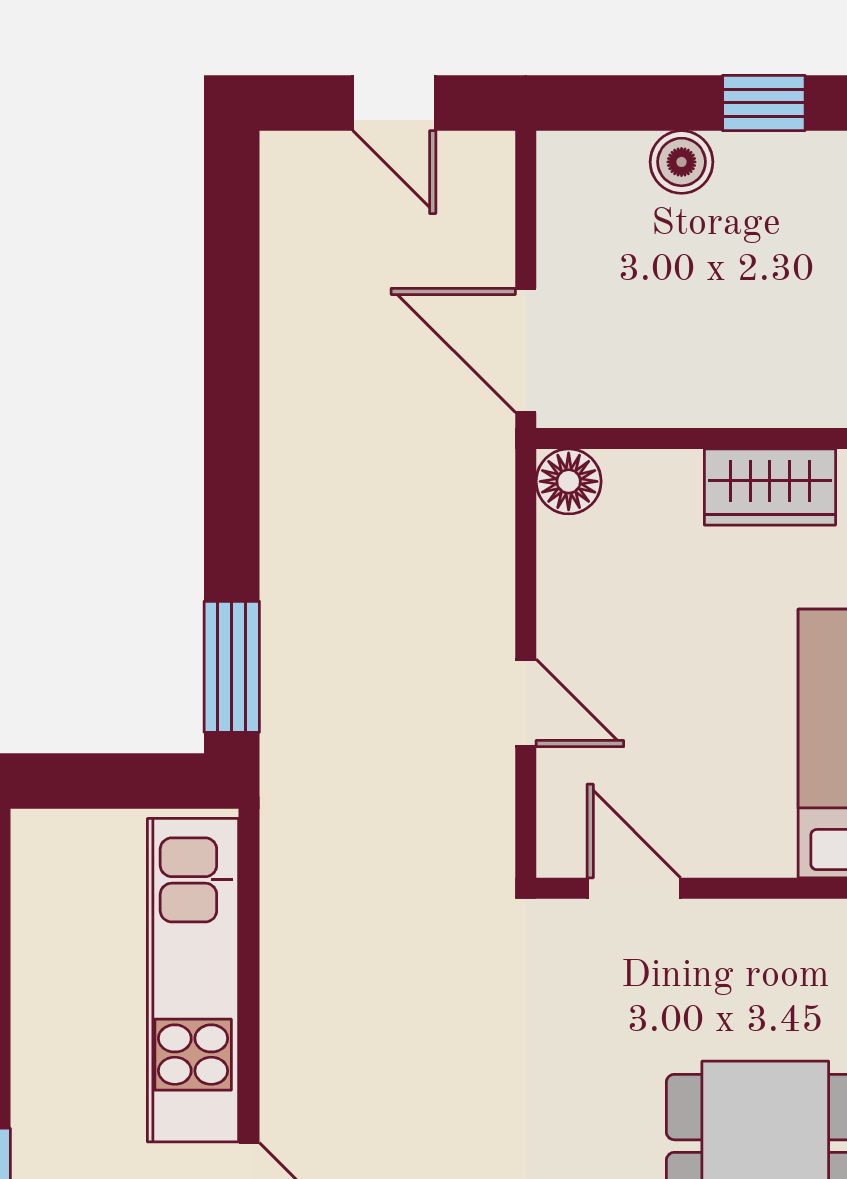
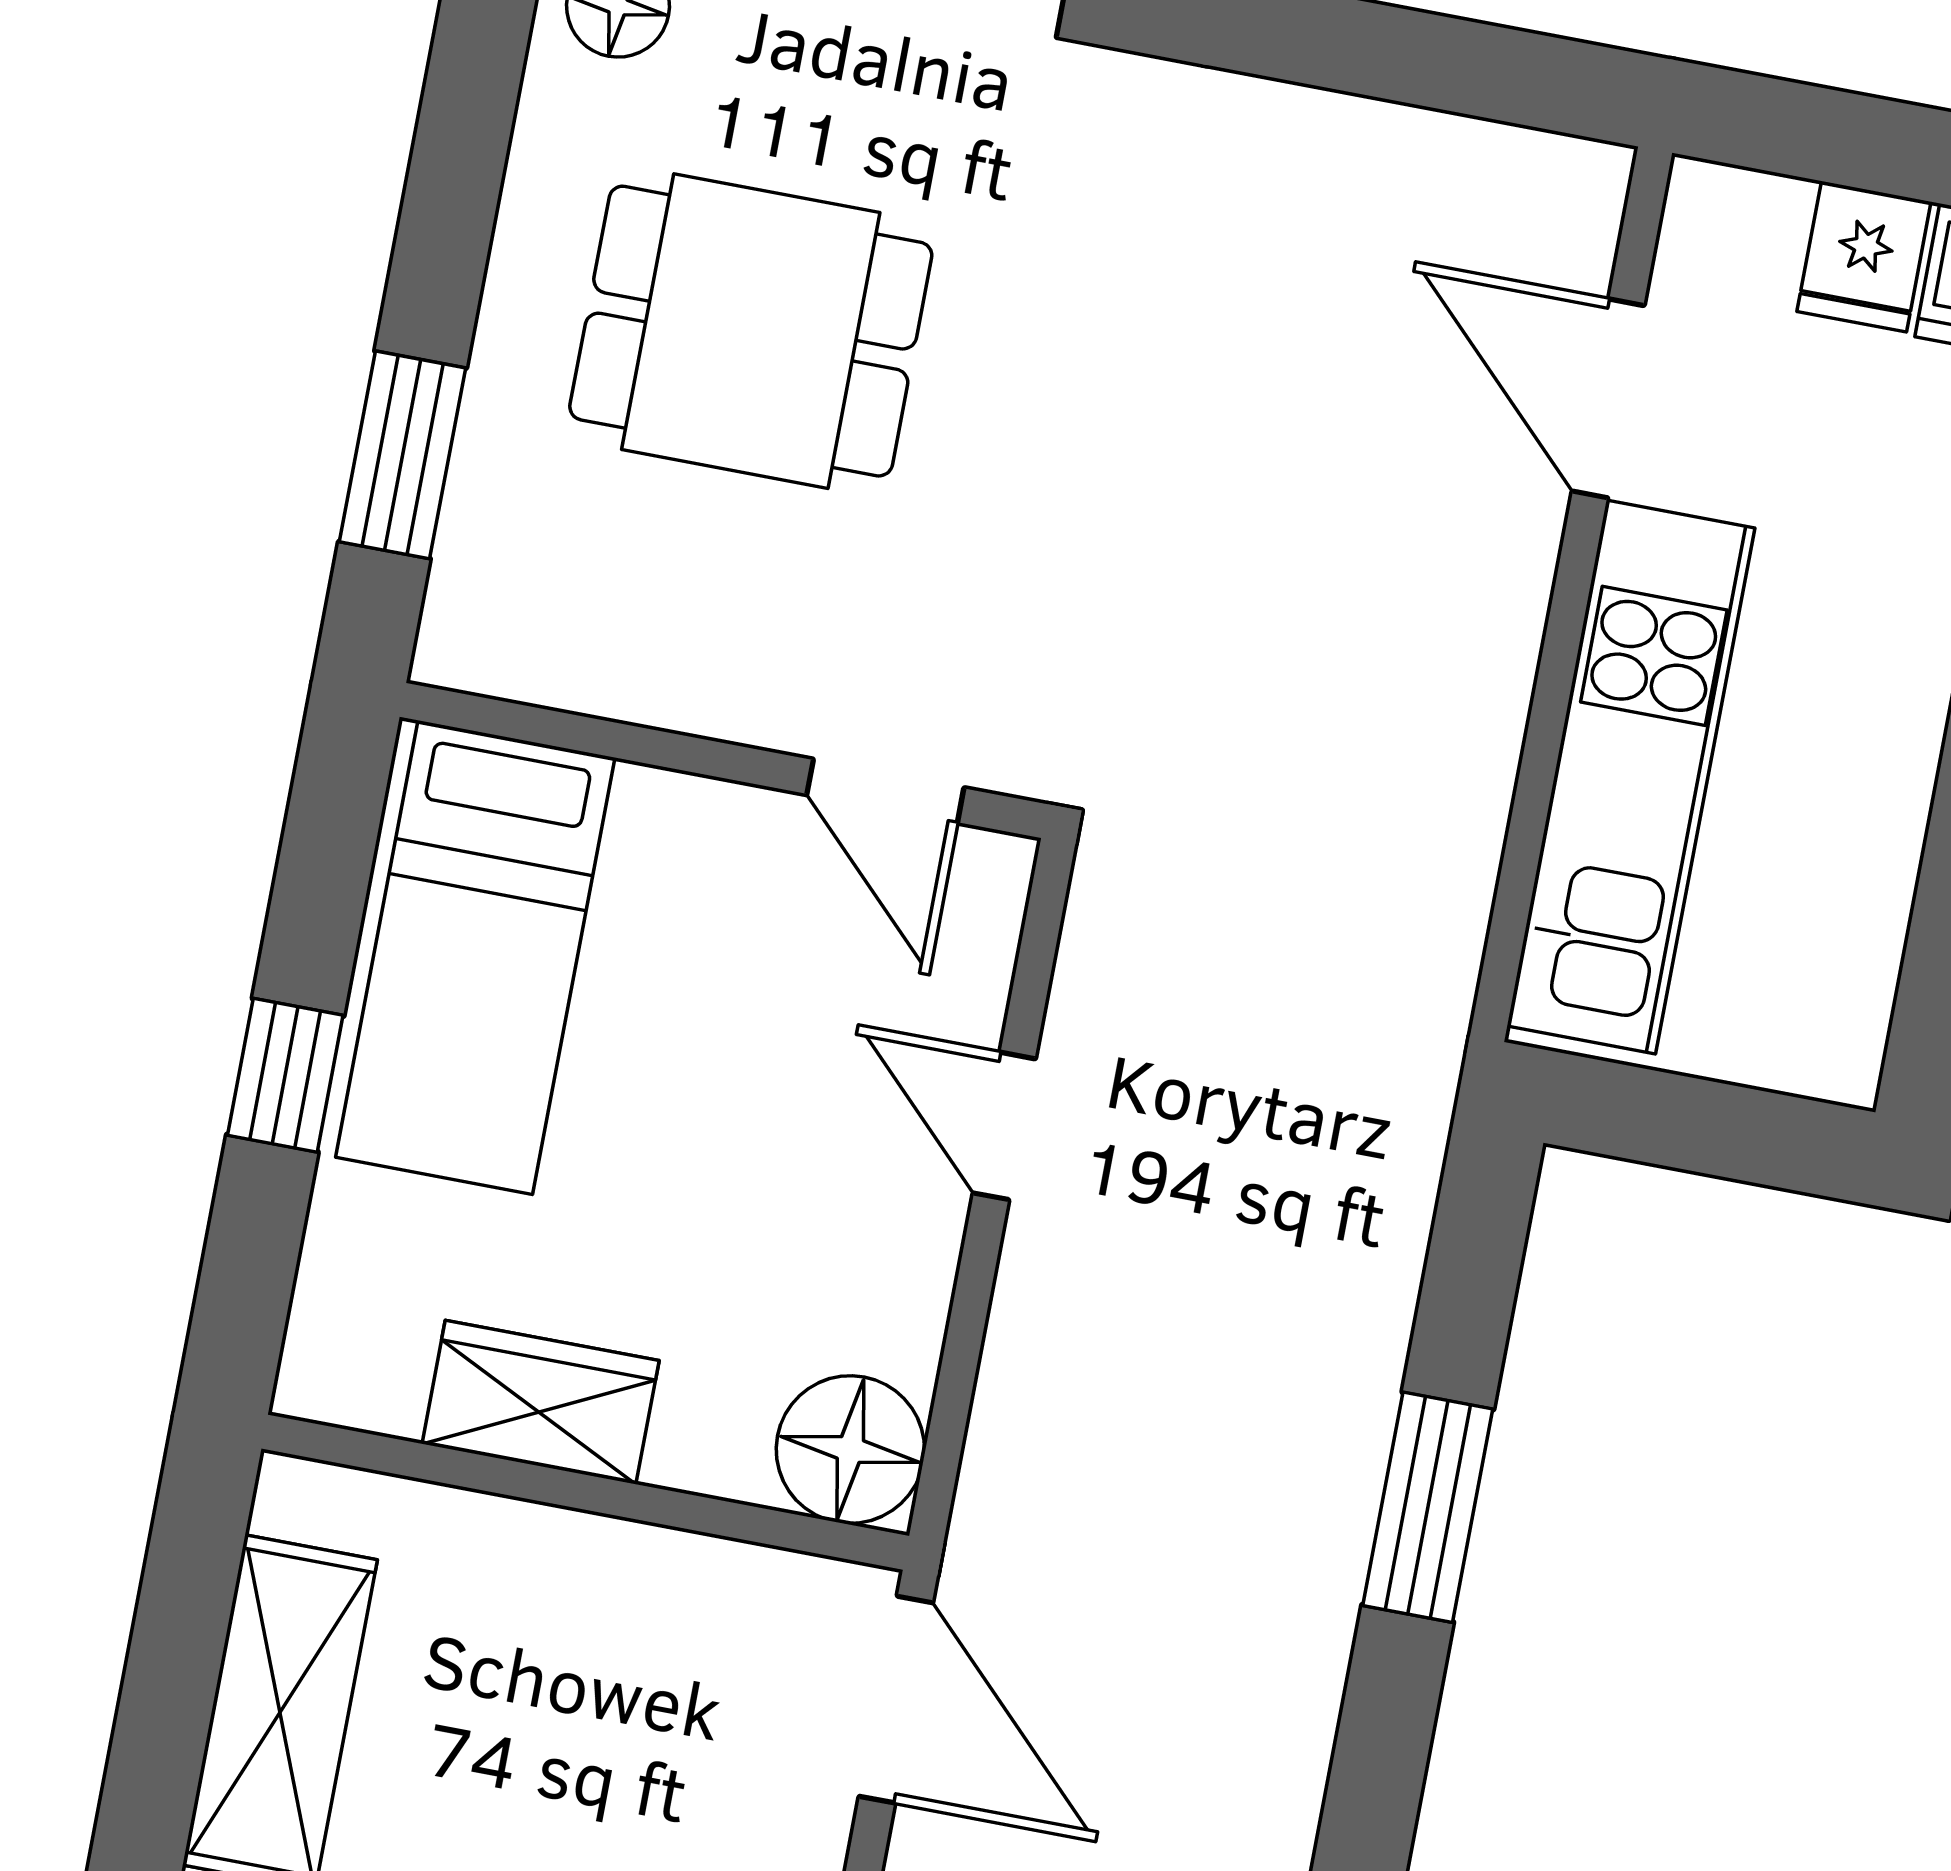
floor lamp: (569, 481) -> (850, 1450), width x1.38, depth x1.38
window: (232, 667) -> (1428, 1507), moved

